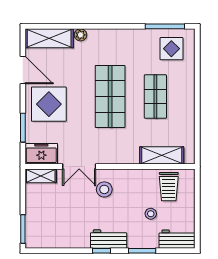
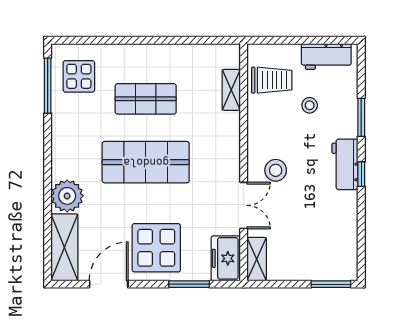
plant: (81, 35) -> (67, 196), width x1.88, depth x1.88
shelving: (162, 155) -> (231, 90), width x0.67, depth x0.75
workbench: (177, 239) -> (326, 56), moved, turned -90

